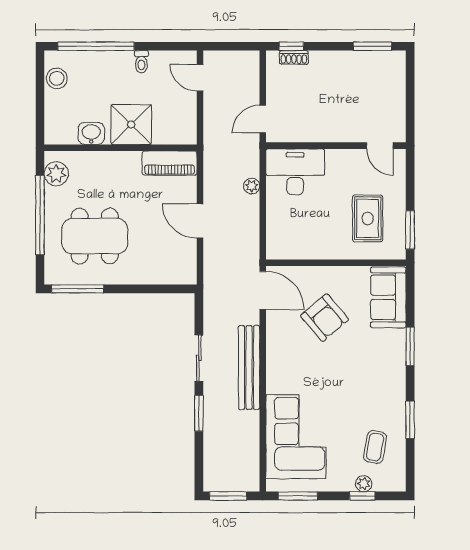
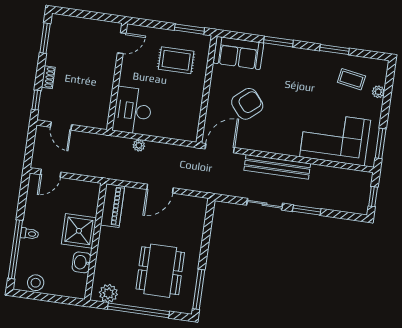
shoe rack: (294, 57) -> (48, 77), moved
toilet: (141, 62) -> (30, 234), moved
door: (263, 119) -> (61, 126), moved
window: (228, 496) -> (373, 197), width x0.67
window: (362, 496) -> (387, 94), removed

